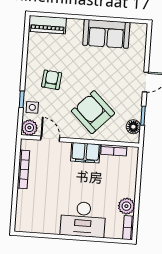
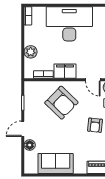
floor lamp: (133, 127) -> (30, 145), moved
plant: (126, 206) -> (31, 52), moved
desk: (83, 219) -> (69, 24), width x1.36, depth x1.30

